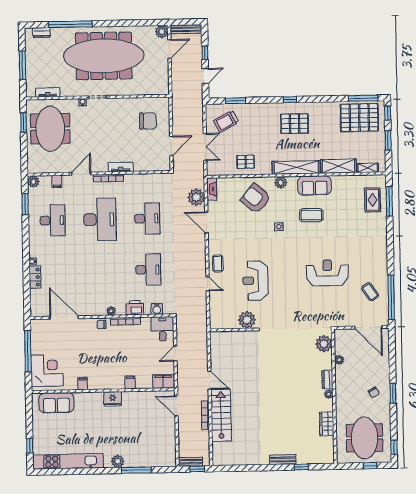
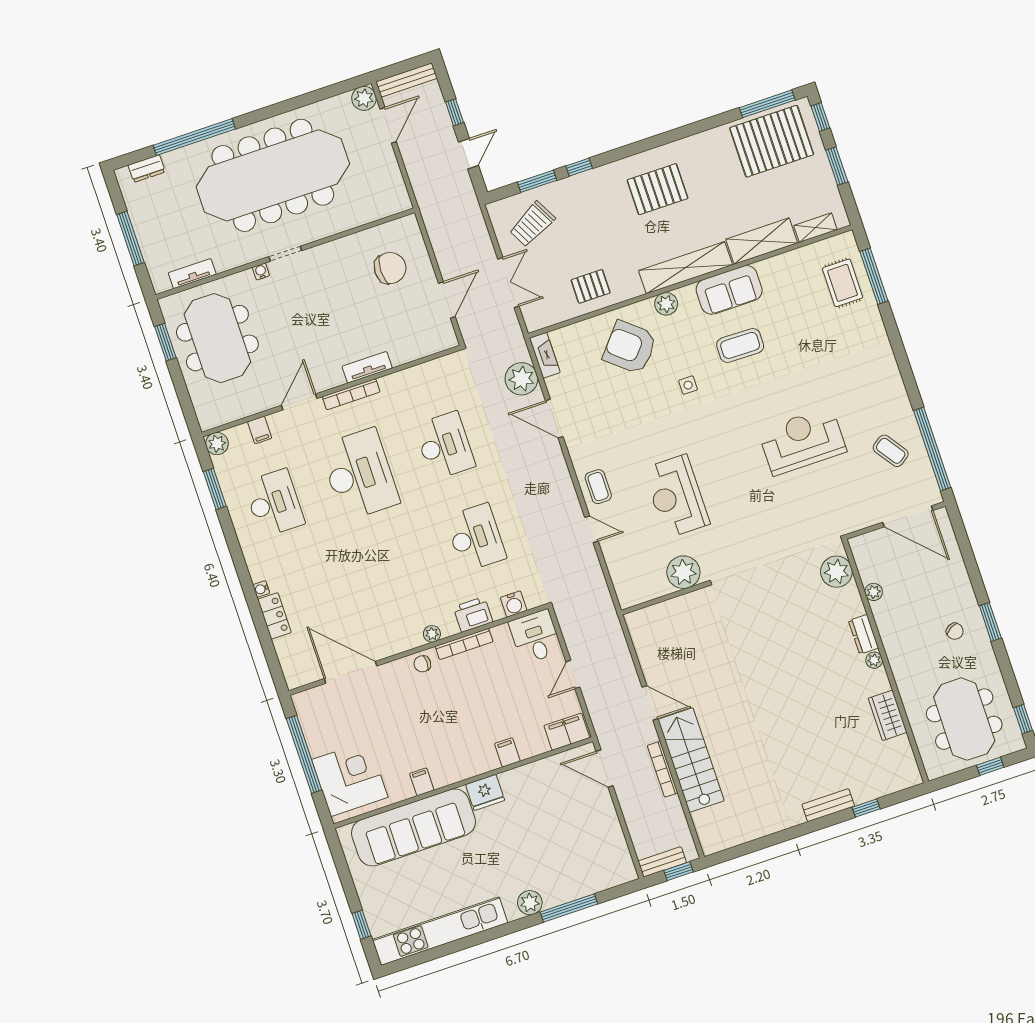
window: (290, 100) -> (579, 167), moved
sofa: (56, 403) -> (413, 827), width x1.85, depth x1.27

